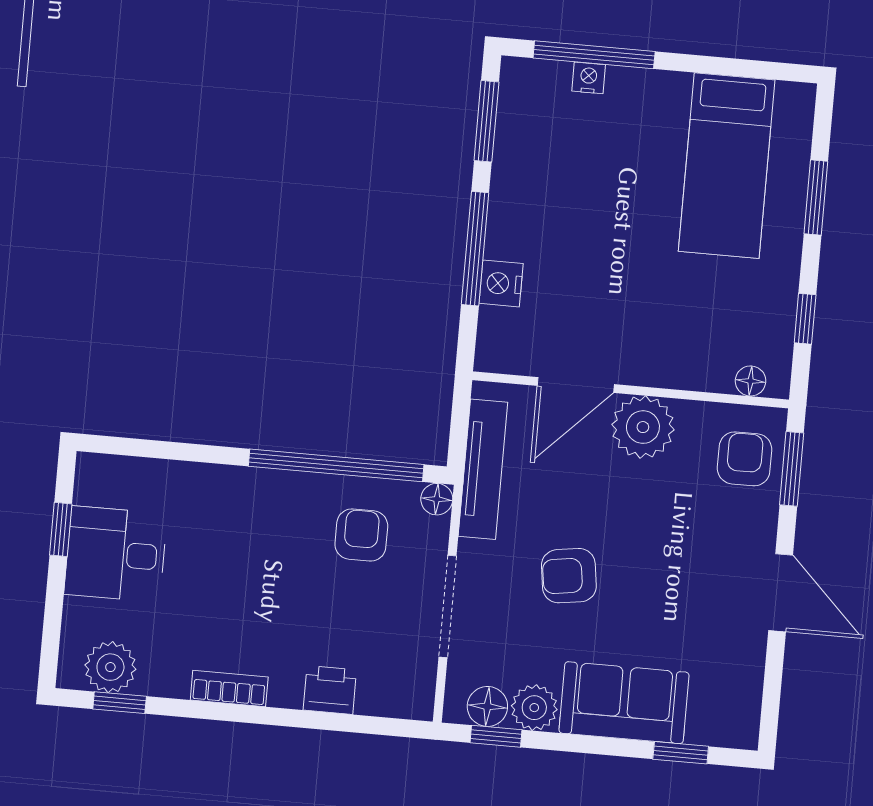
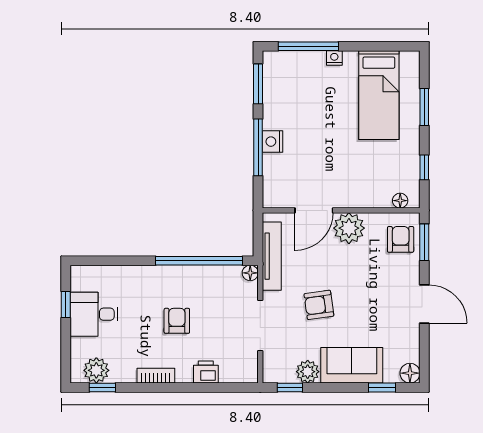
nightstand: (589, 78) -> (334, 58), moved
nightstand: (501, 283) -> (273, 142), moved
armchair: (361, 535) -> (177, 321), moved
floor lamp: (487, 706) -> (410, 373), moved

